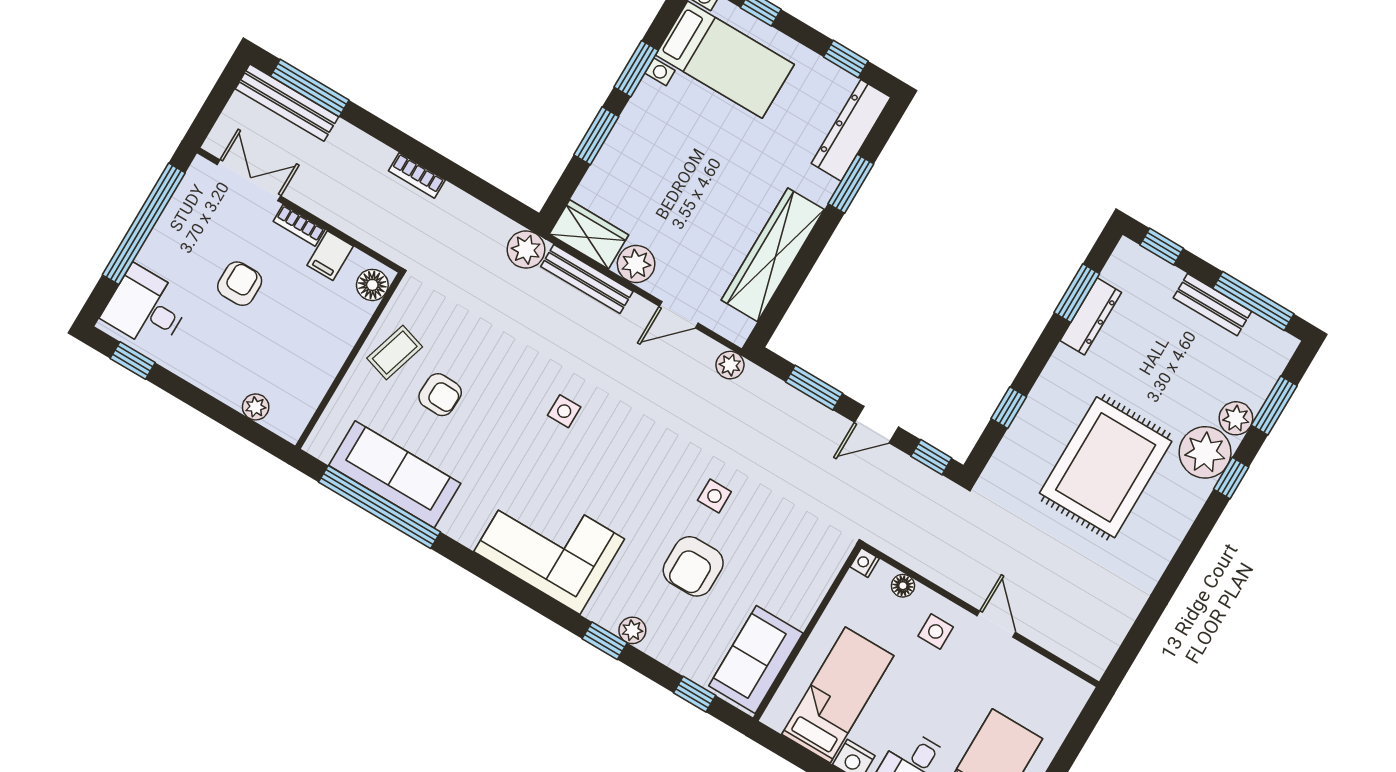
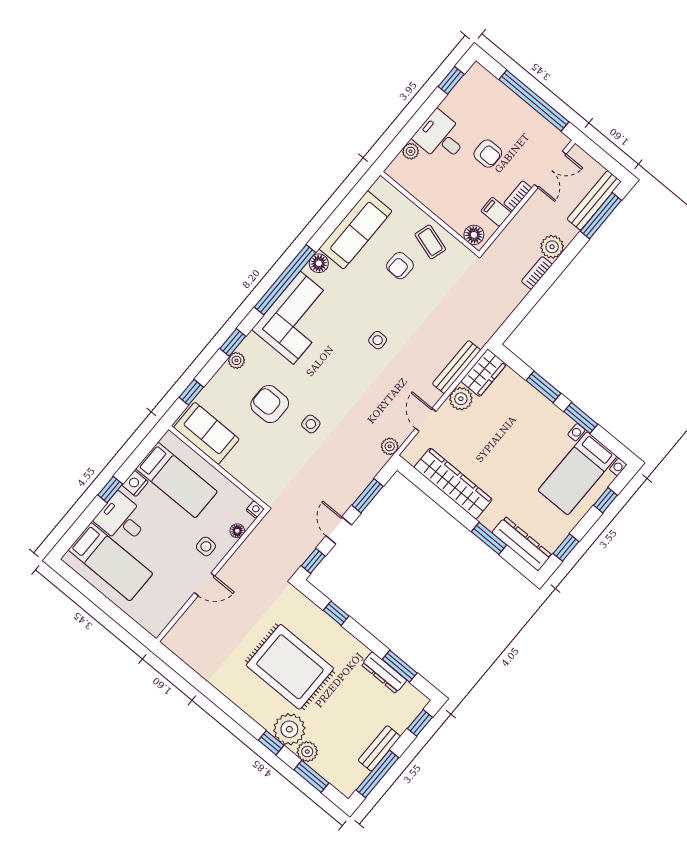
plant: (526, 250) -> (552, 247), moved
desk: (146, 308) -> (441, 137), moved, turned -90
window: (379, 507) -> (285, 280), moved
floor lamp: (457, 524) -> (319, 263), added

